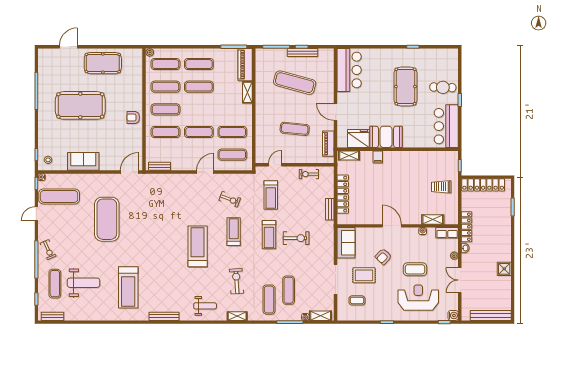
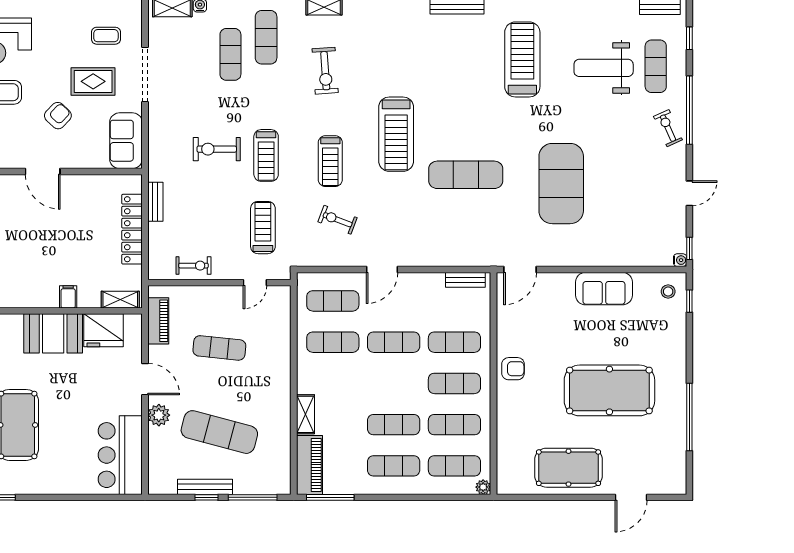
plant: (328, 92) -> (159, 415), added
exercise mat: (59, 196) -> (466, 175), moved
treadmill: (269, 235) -> (266, 155), turned 180
weight bench: (205, 306) -> (382, 26), removed

